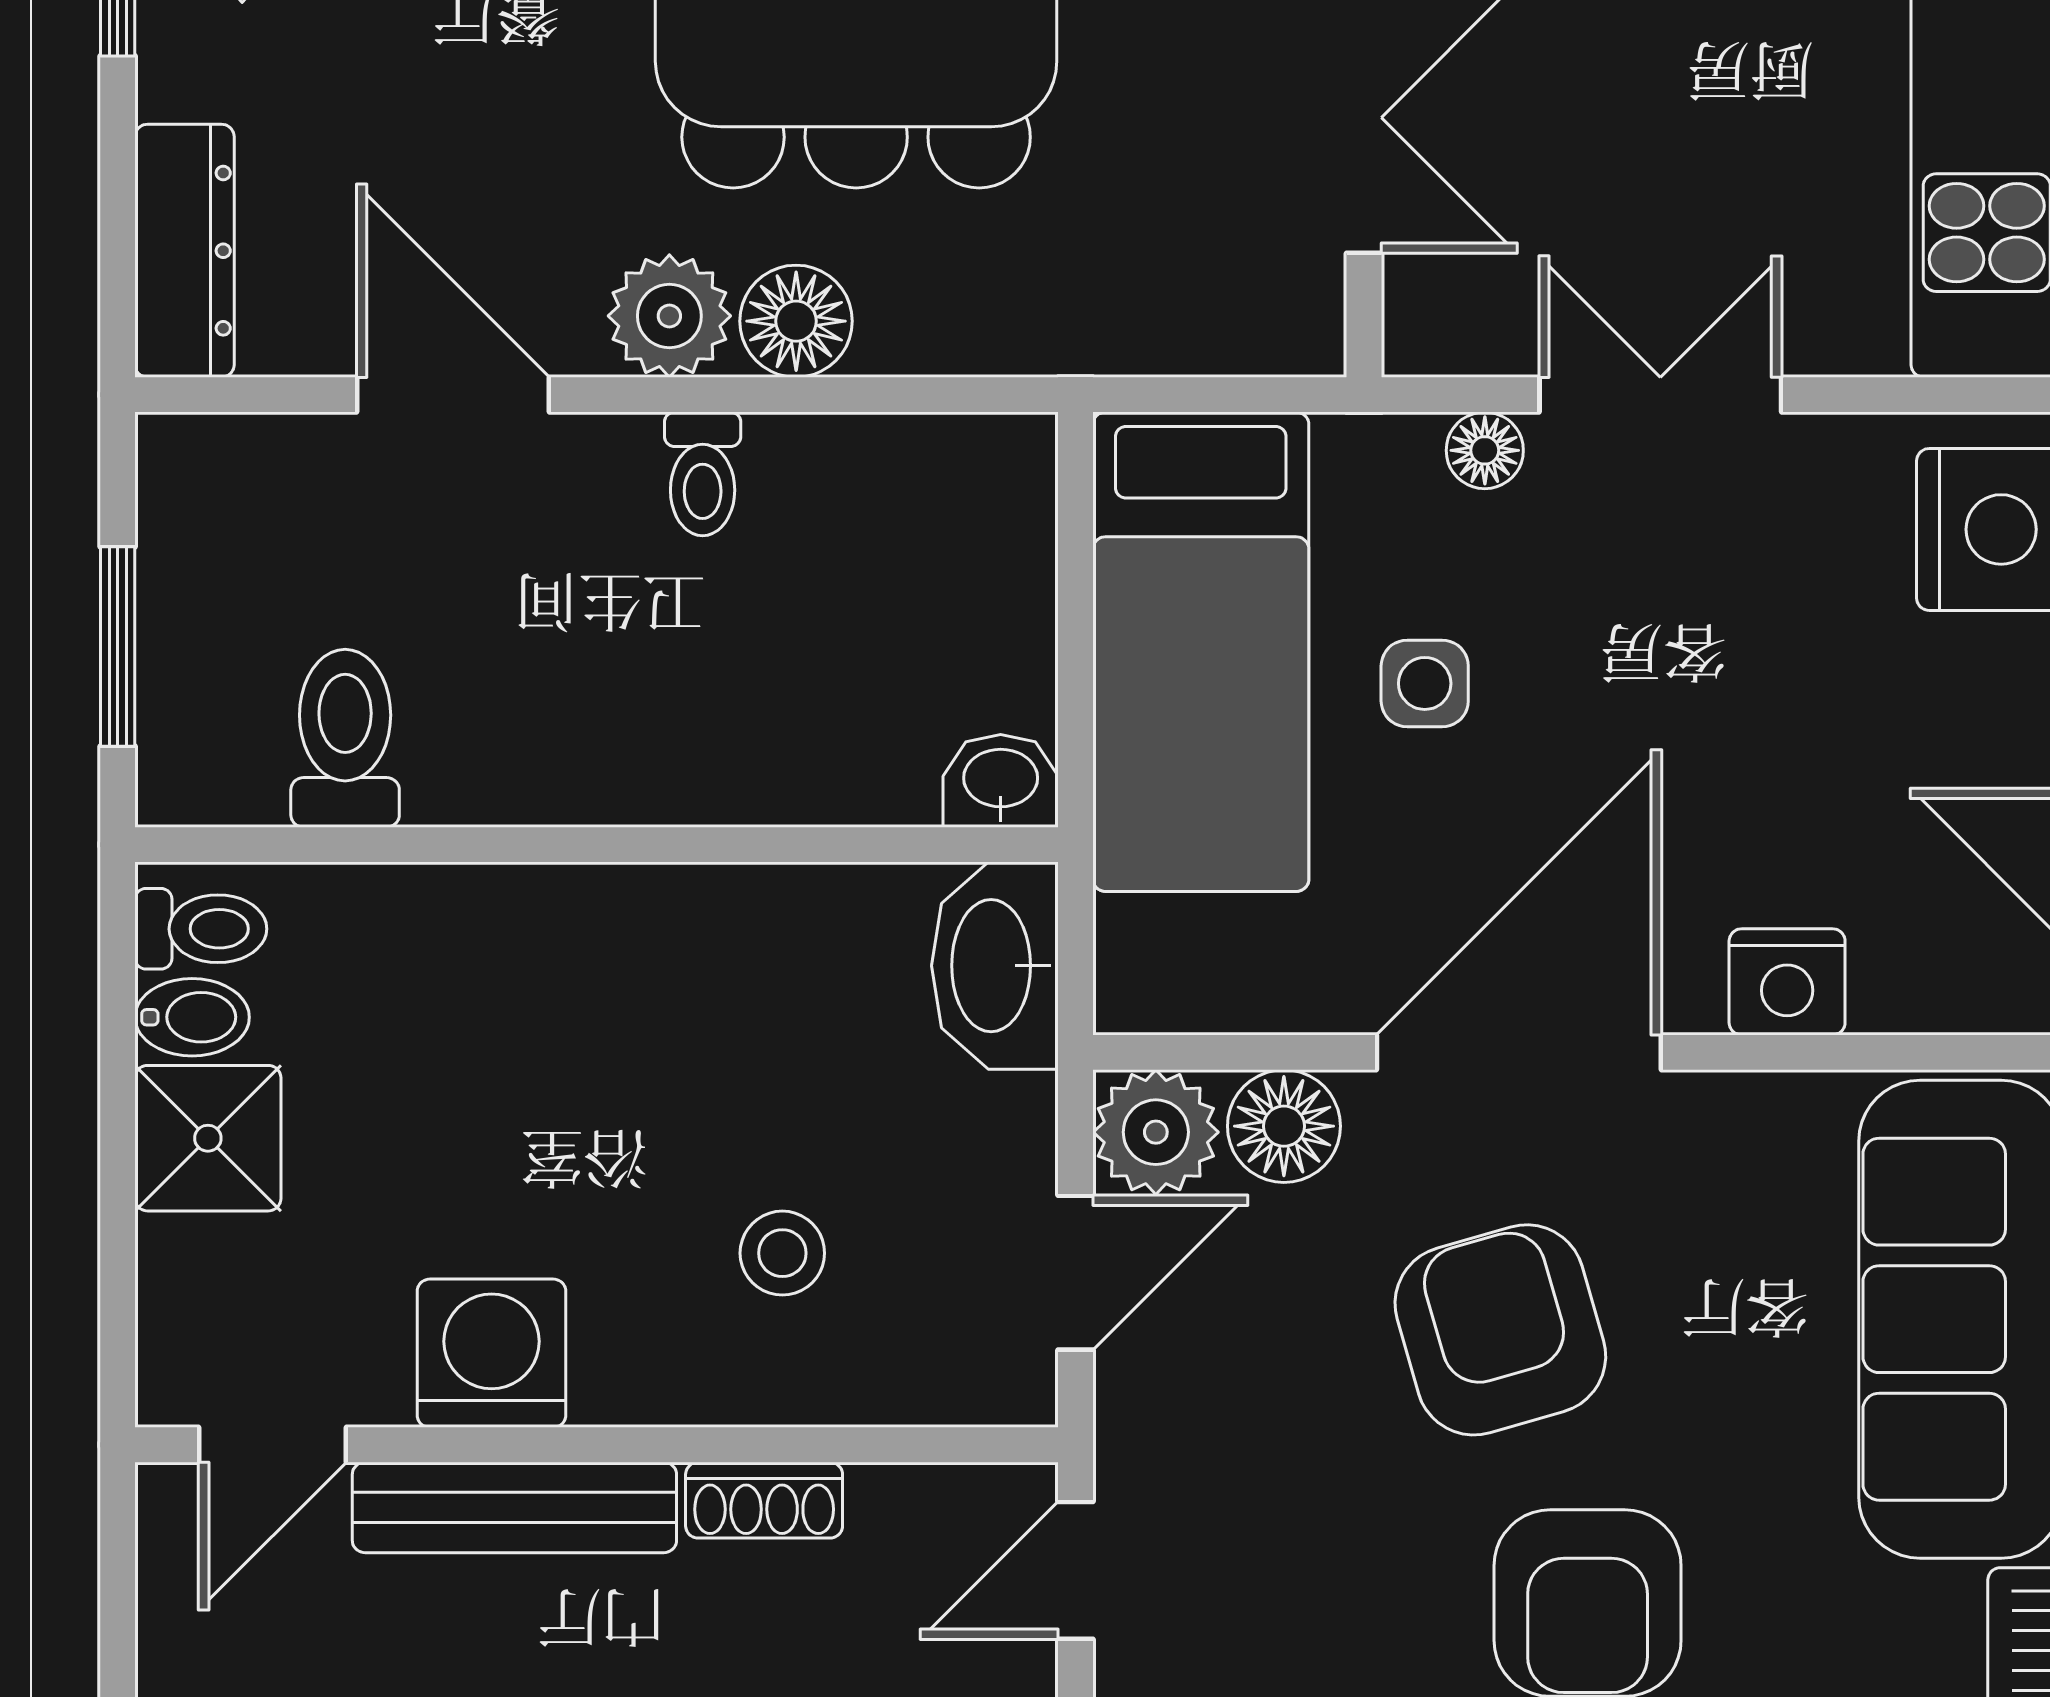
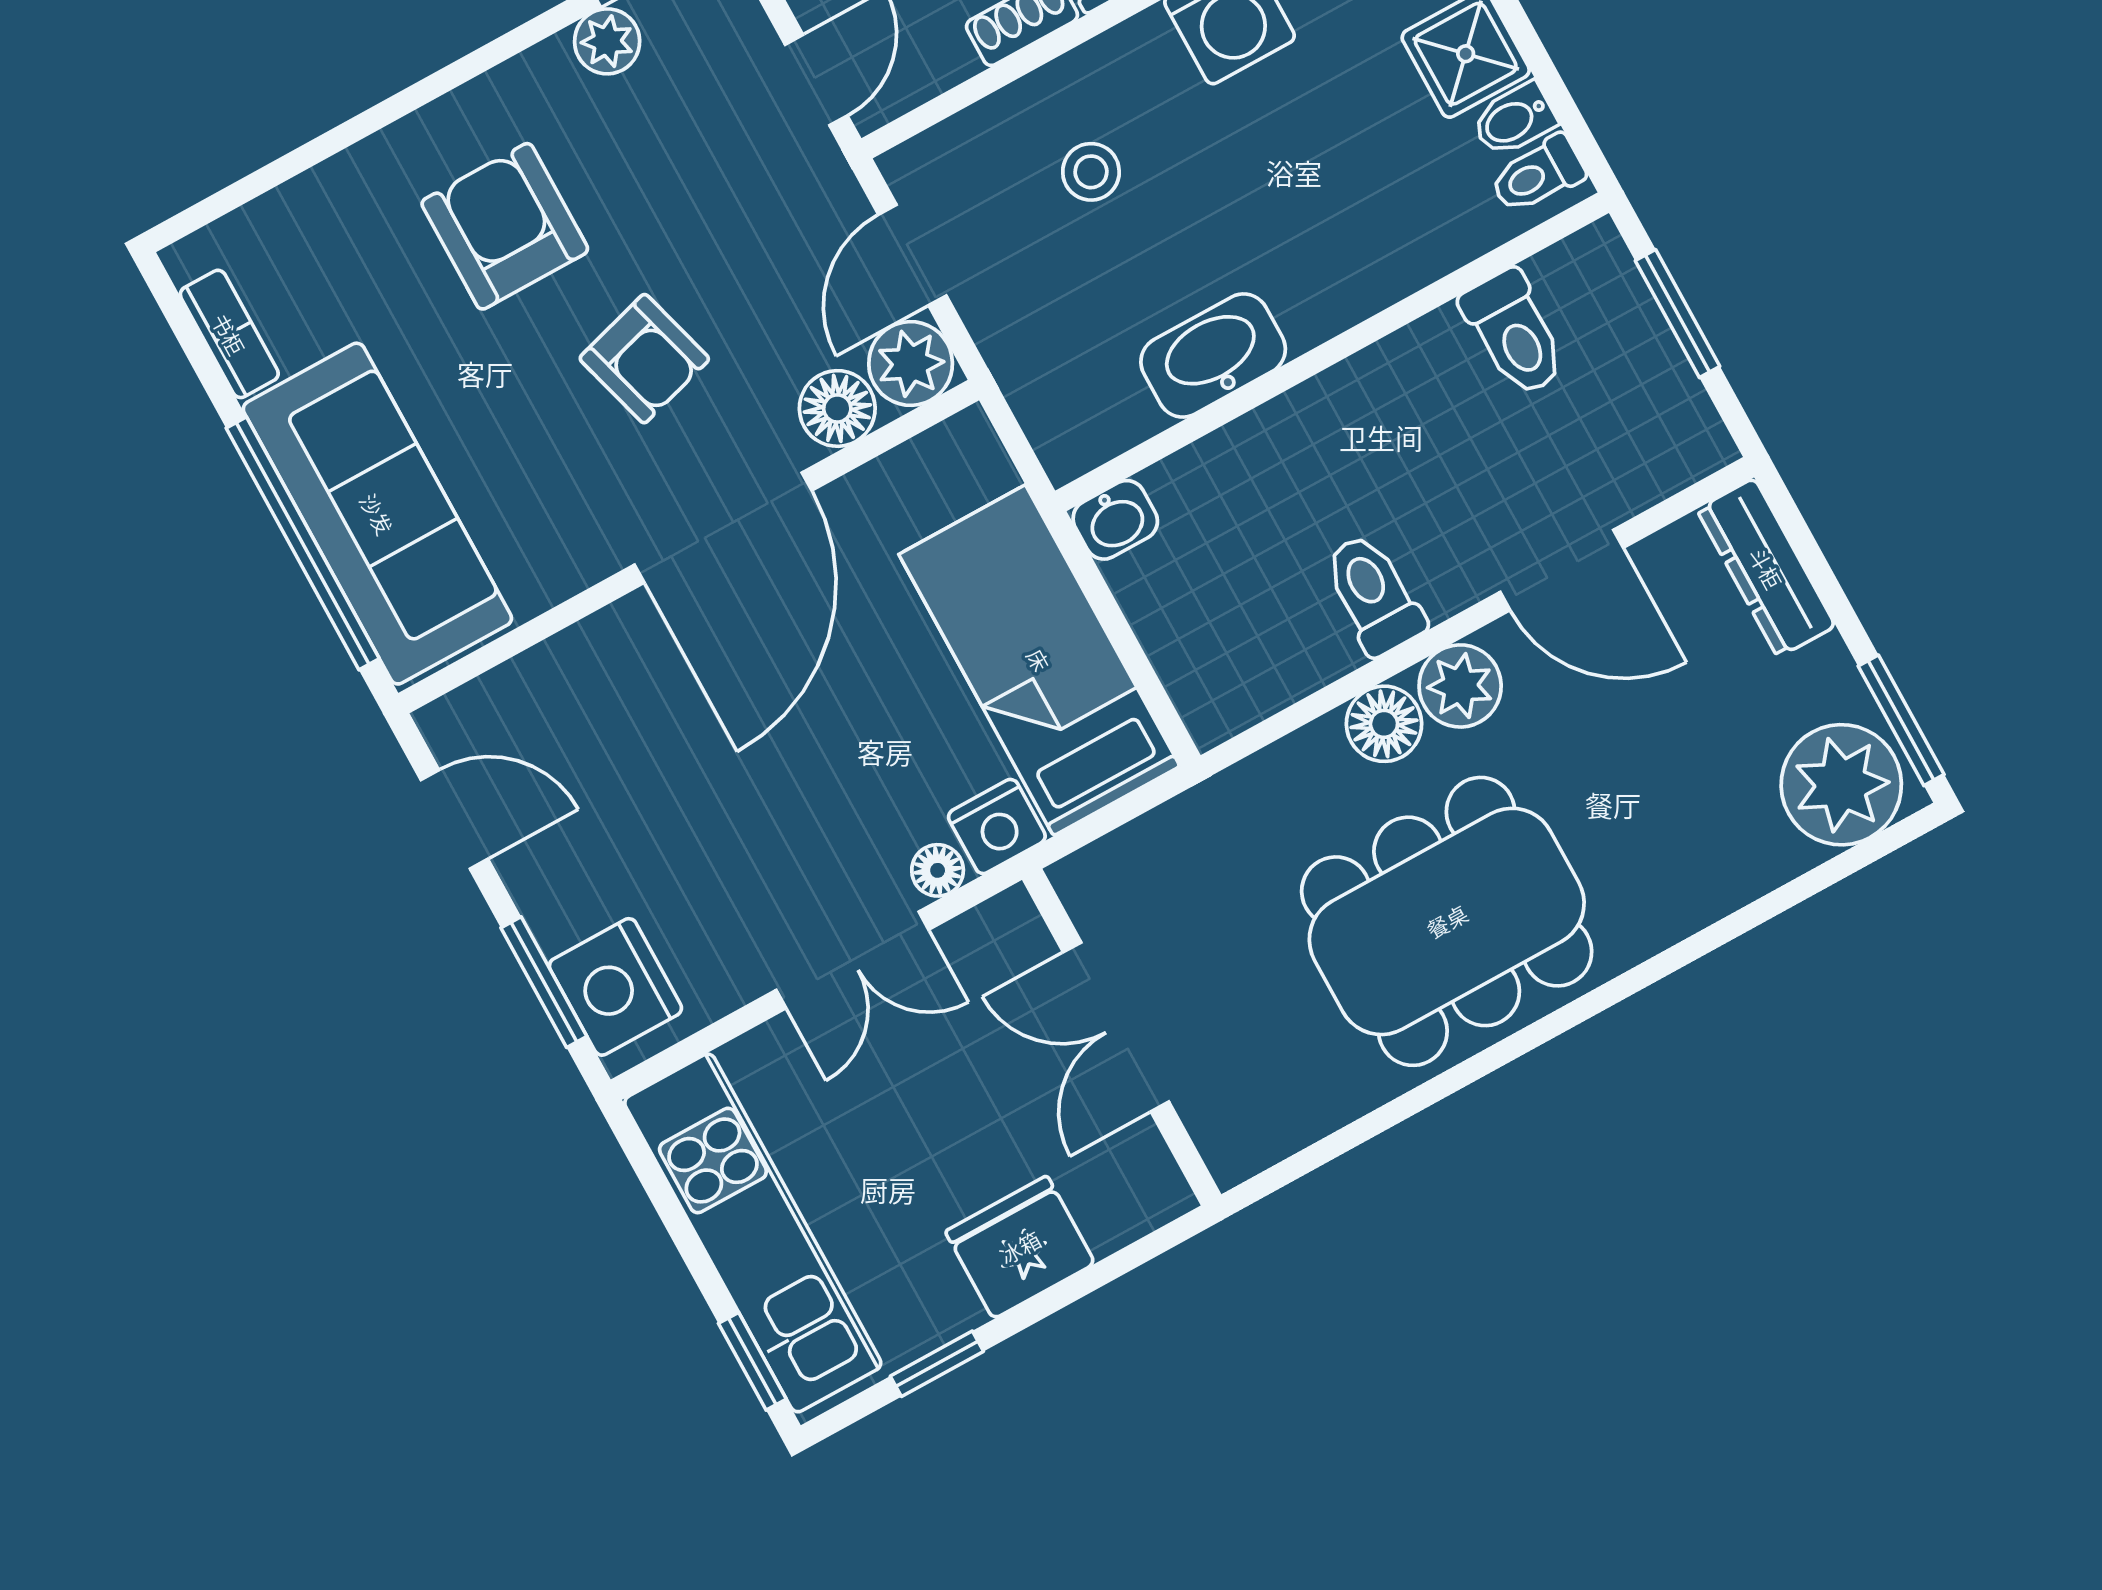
toilet: (703, 474) -> (1373, 594), width x1.37, depth x1.39
side table: (1425, 683) -> (898, 714), removed
washbasin: (995, 966) -> (1213, 355), moved, turned -90
nightstand: (1787, 982) -> (997, 826), moved, turned 180
armchair: (1500, 1330) -> (644, 359), width x0.72, depth x0.72

